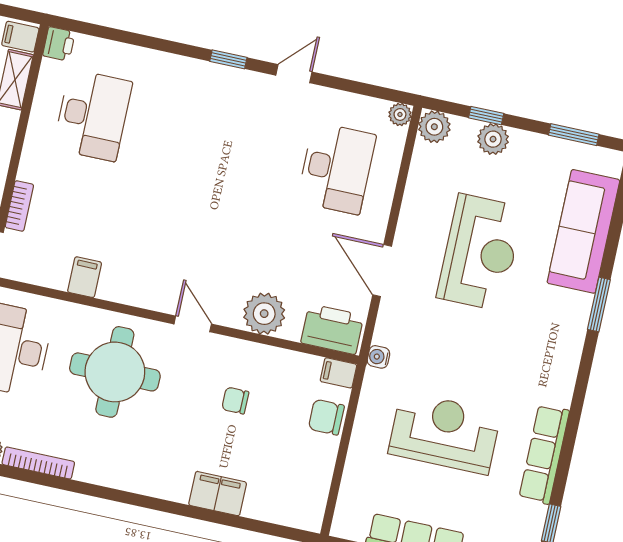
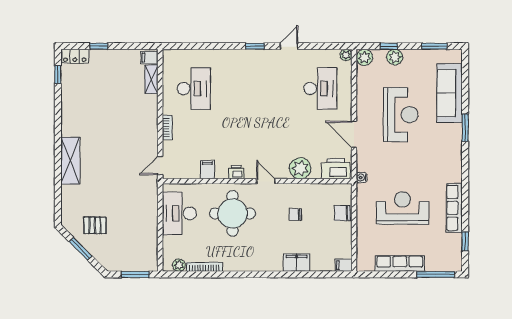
printer: (59, 44) -> (236, 172), moved, turned -90
bookcase: (19, 206) -> (167, 127), moved
filing cabinet: (338, 373) -> (343, 265), moved

